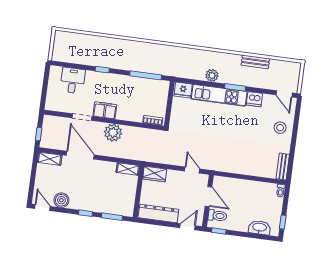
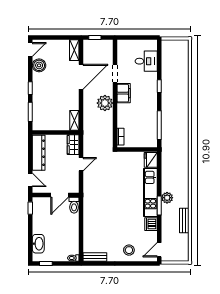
plant: (212, 75) -> (167, 198), moved
door: (192, 170) -> (81, 164), moved
toilet: (217, 216) -> (74, 205), moved

